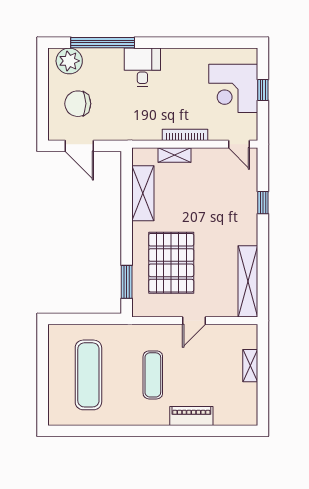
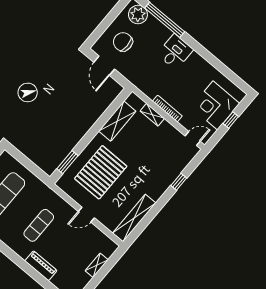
door: (239, 144) -> (193, 139), swing flipped

